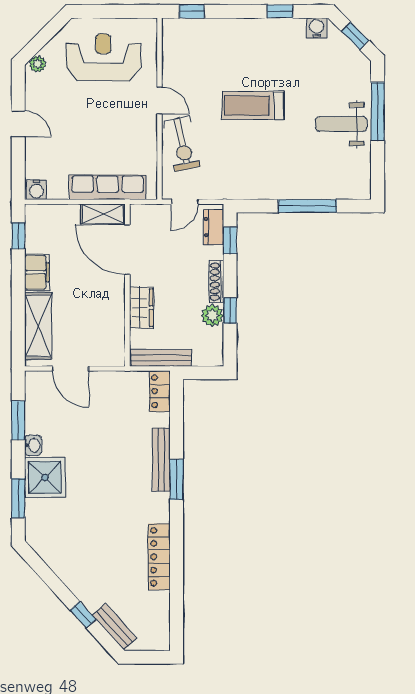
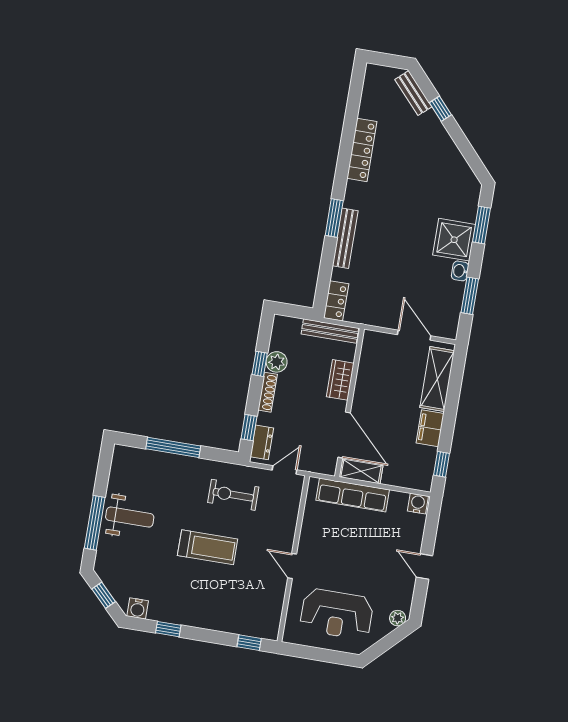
exercise bike: (182, 144) -> (233, 495), moved, turned -78

